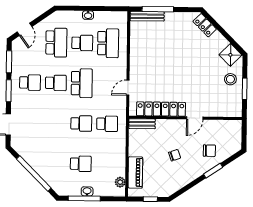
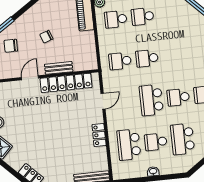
locker: (135, 56) -> (99, 135), added
bench: (142, 124) -> (59, 68), moved
school desk: (107, 164) -> (116, 19), added

